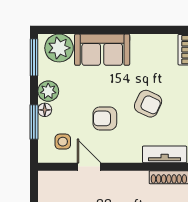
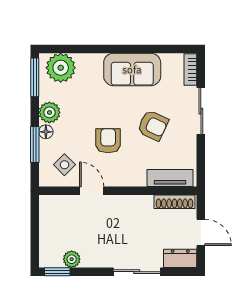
sofa: (102, 50) -> (132, 69), moved
armchair: (105, 118) -> (108, 141), turned 90
side table: (63, 142) -> (64, 165), turned 45

